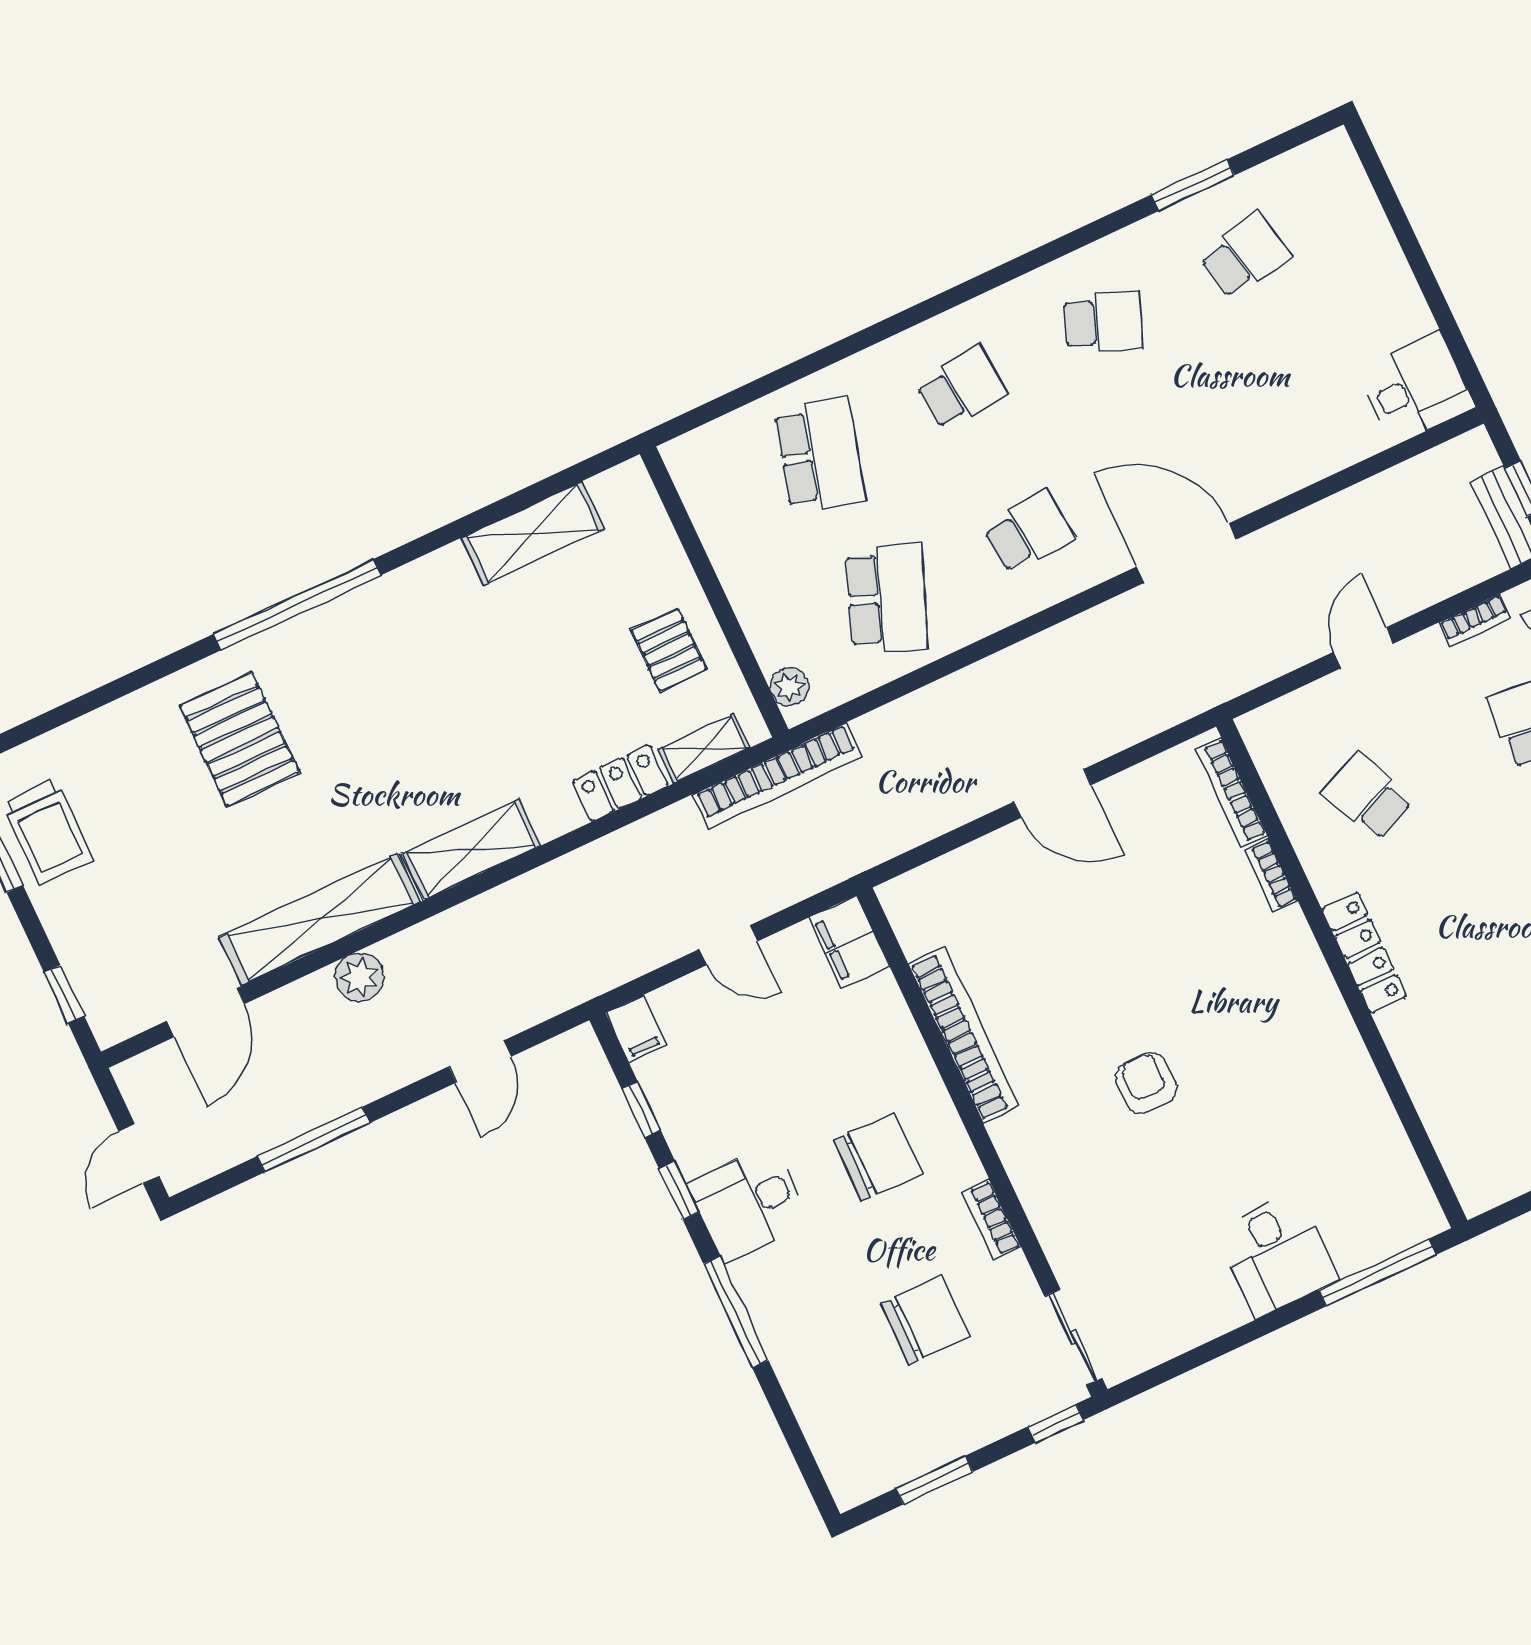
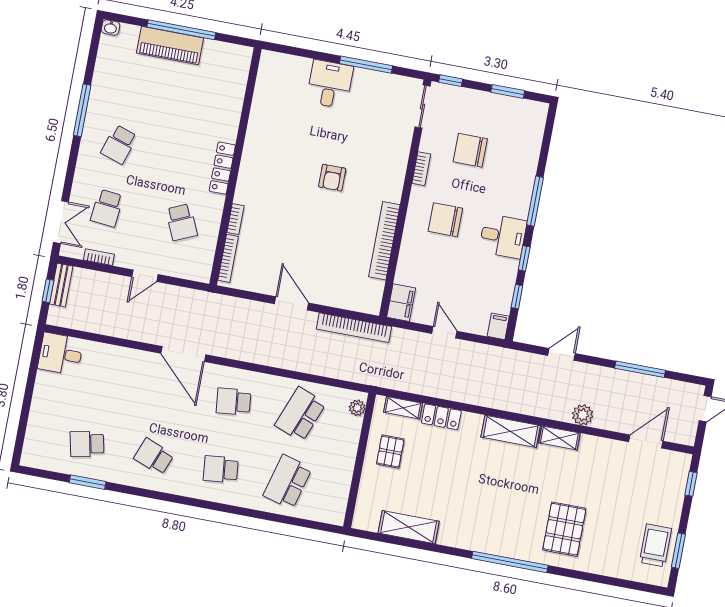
bookcase: (777, 776) -> (354, 328), moved, turned 180
shelving: (320, 919) -> (559, 438), width x0.45, depth x0.75
window: (1377, 1273) -> (366, 65), moved

